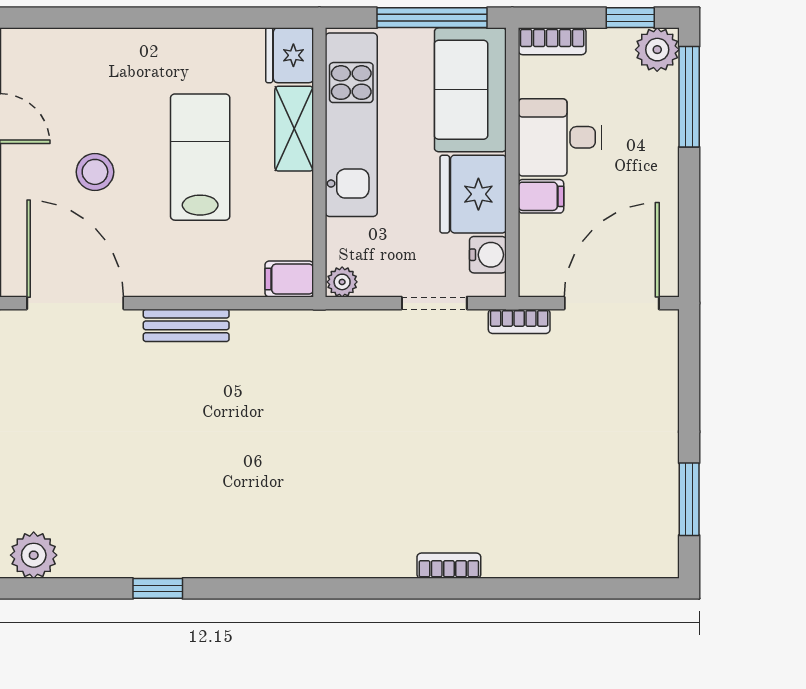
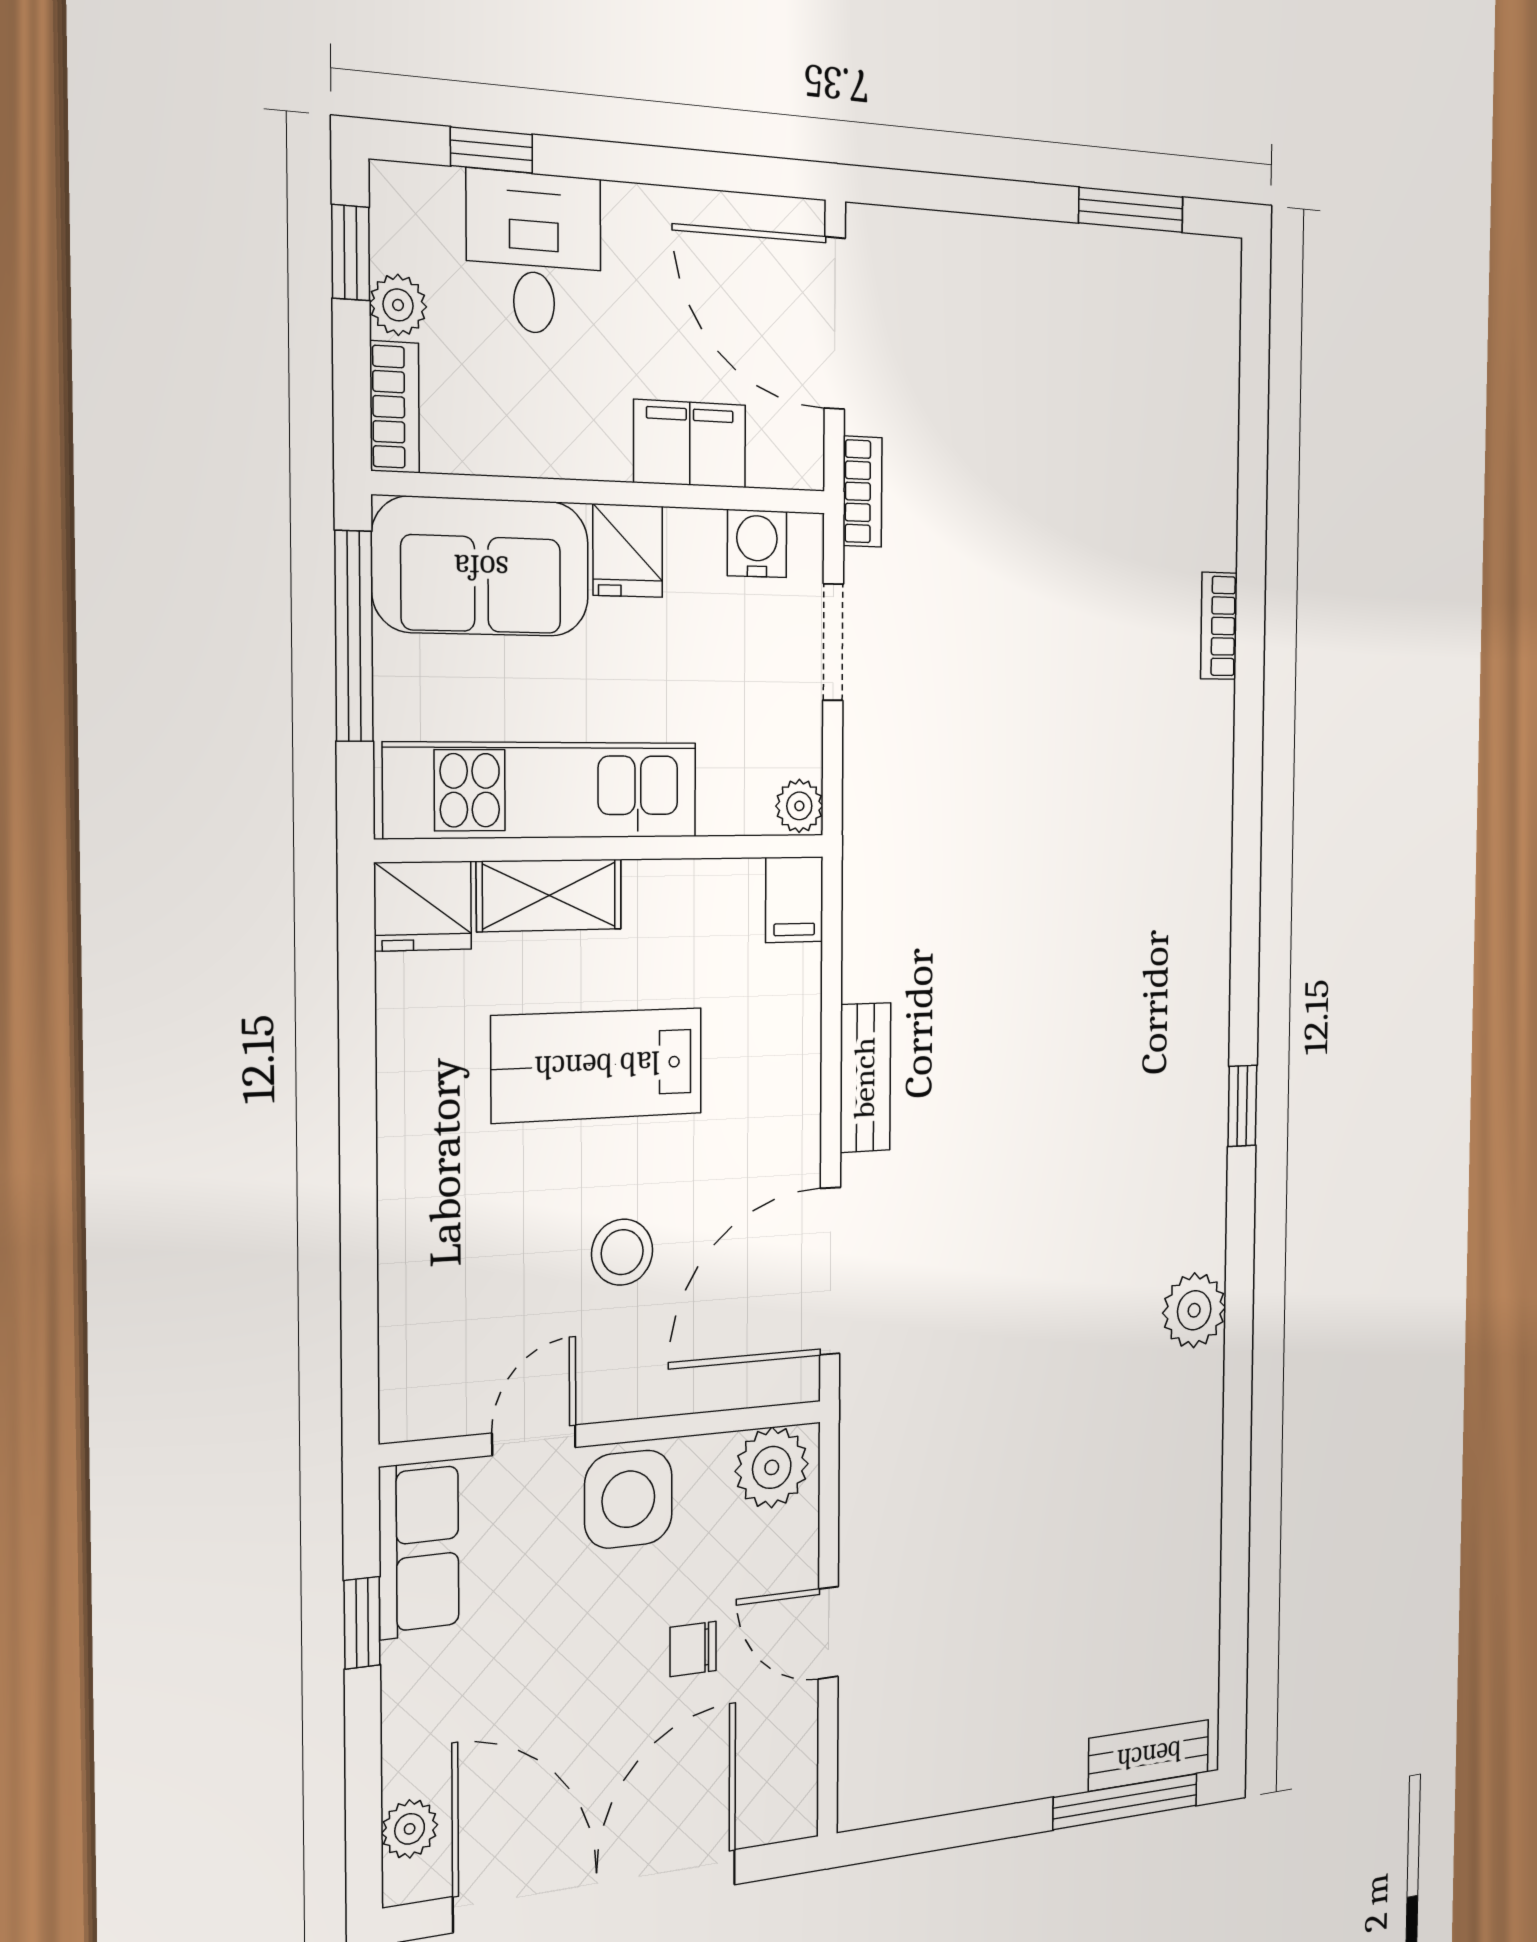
plant: (657, 50) -> (398, 305), moved, width x0.73, depth x0.73
window: (689, 97) -> (492, 150), width x0.46
desk: (560, 137) -> (534, 253), moved, turned 180
fridge: (473, 194) -> (628, 551), width x0.53, depth x0.75
filing cabinet: (541, 196) -> (690, 444), width x2.00

